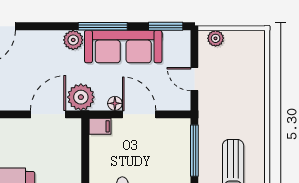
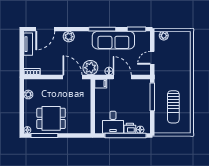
plant: (73, 40) -> (69, 37), moved
door: (194, 79) -> (152, 58), hinge flipped
door: (48, 114) -> (72, 77), hinge flipped

